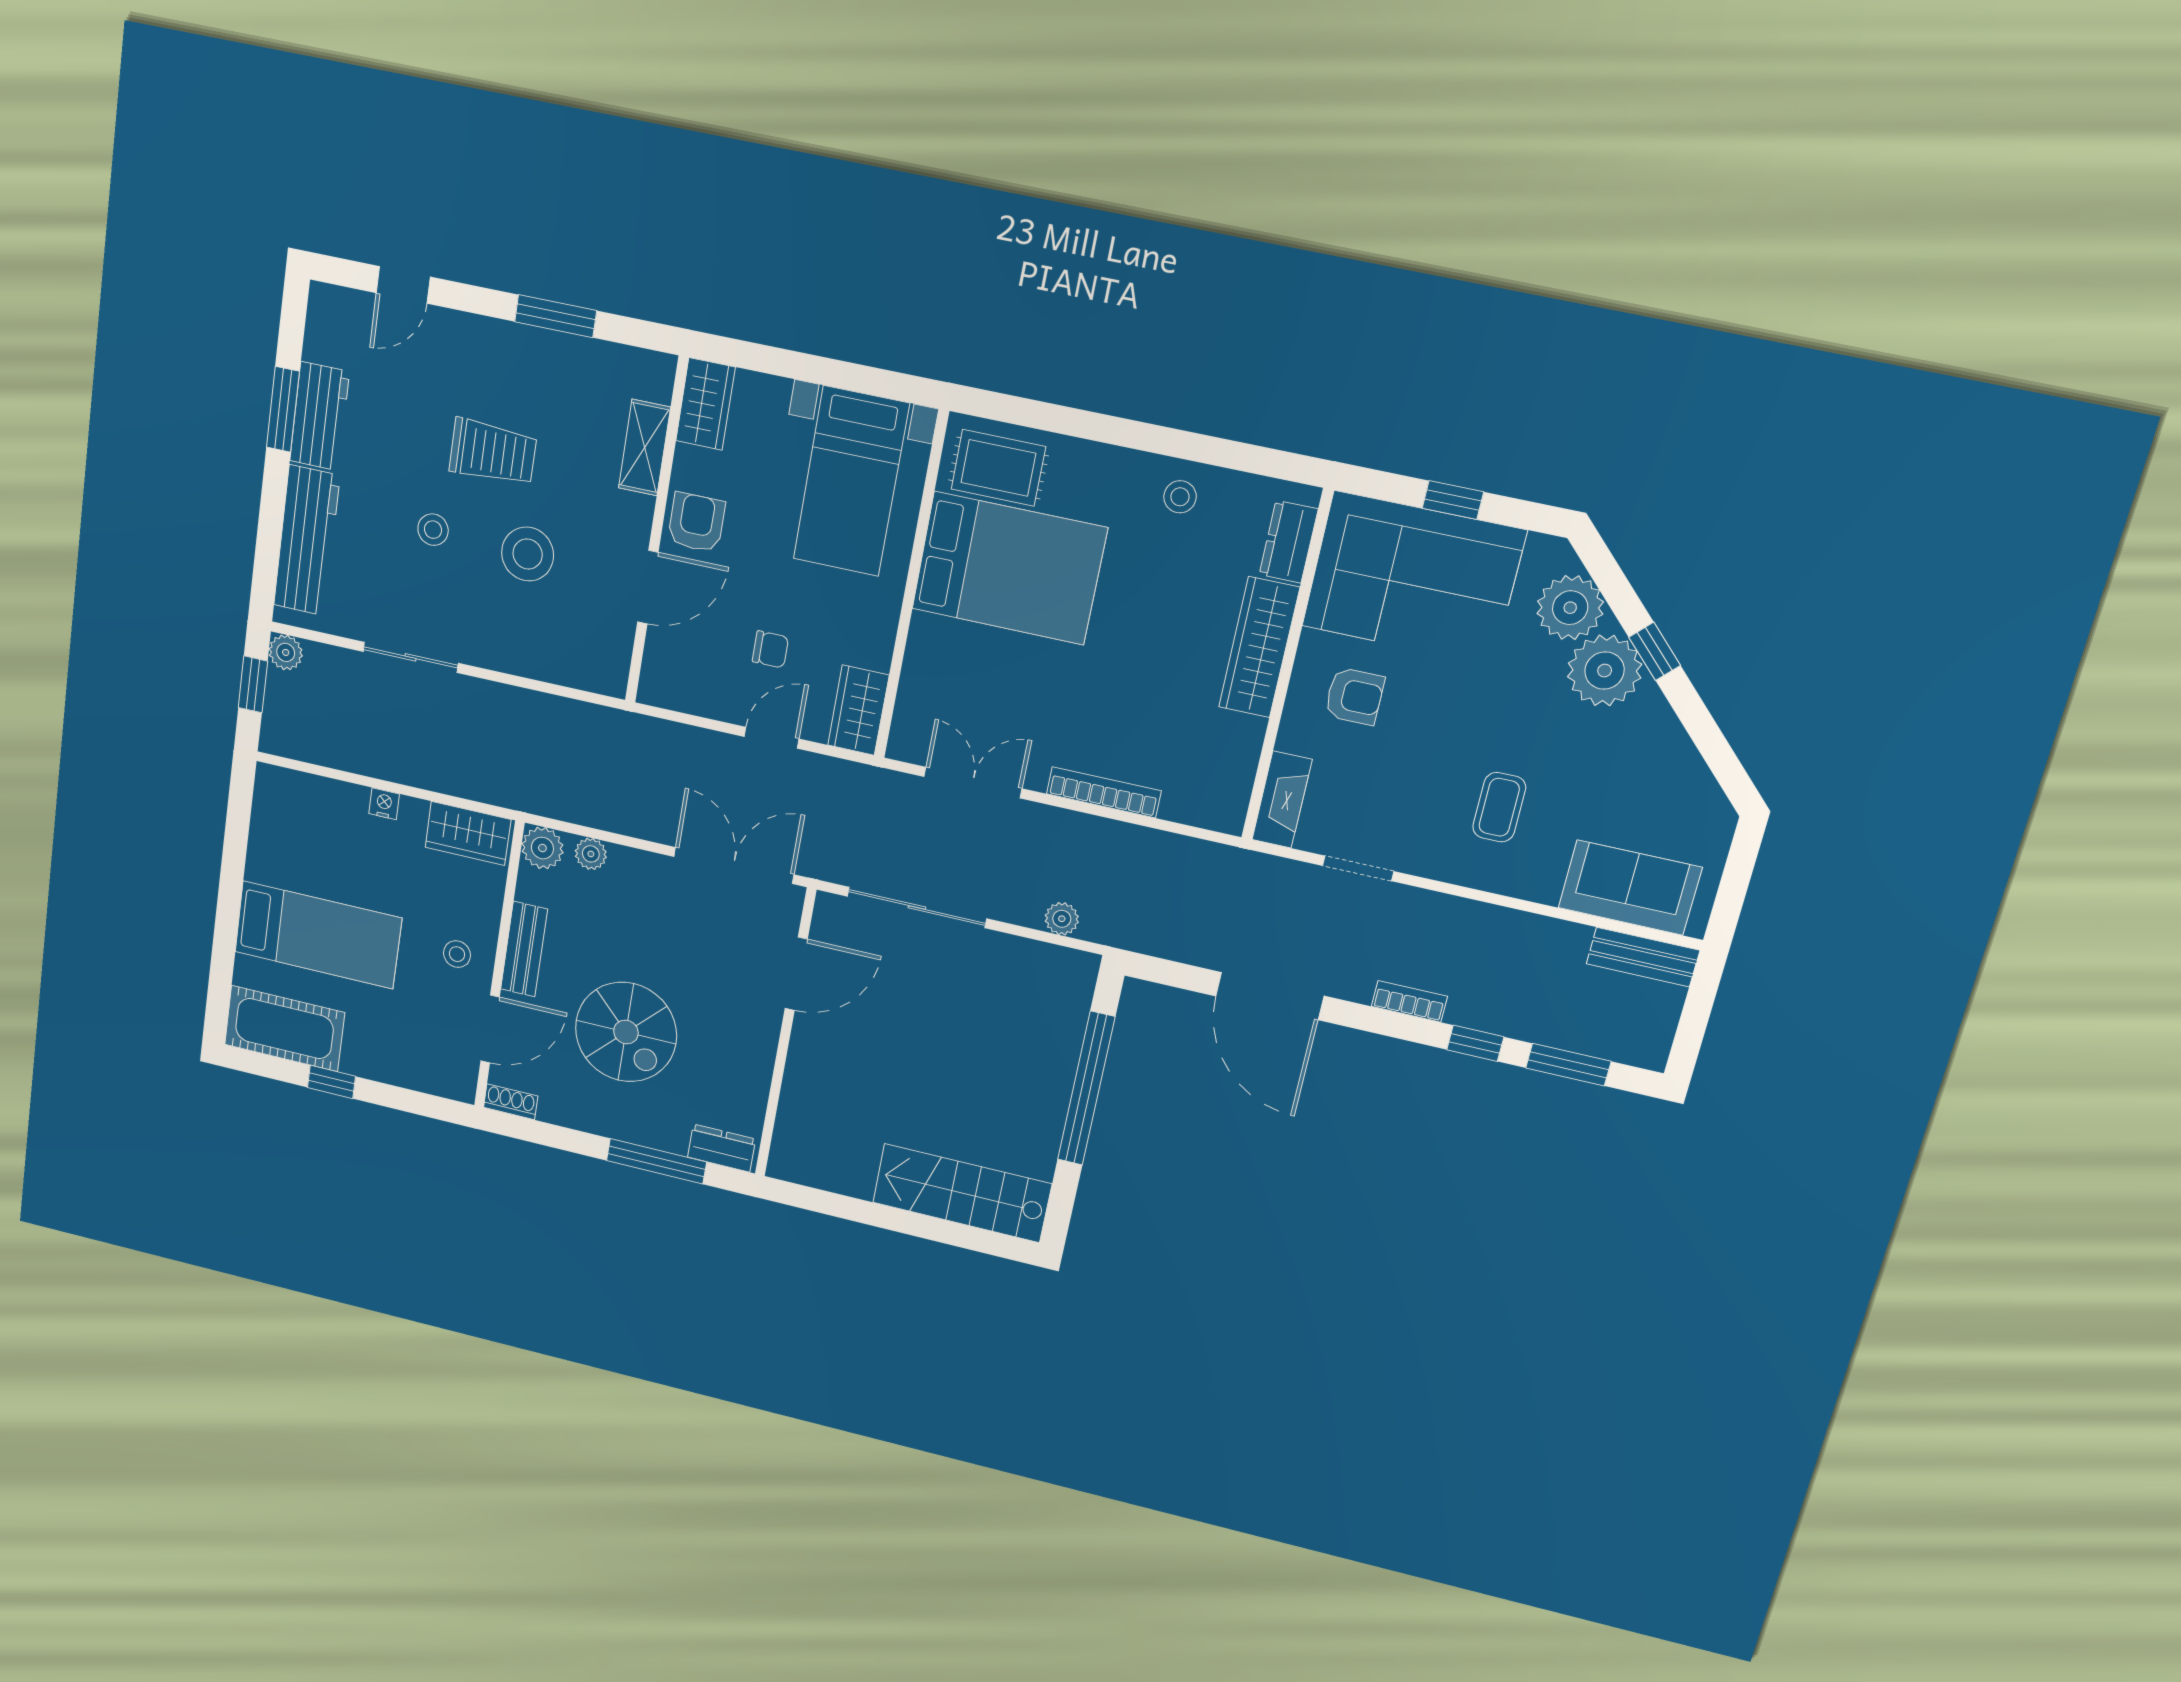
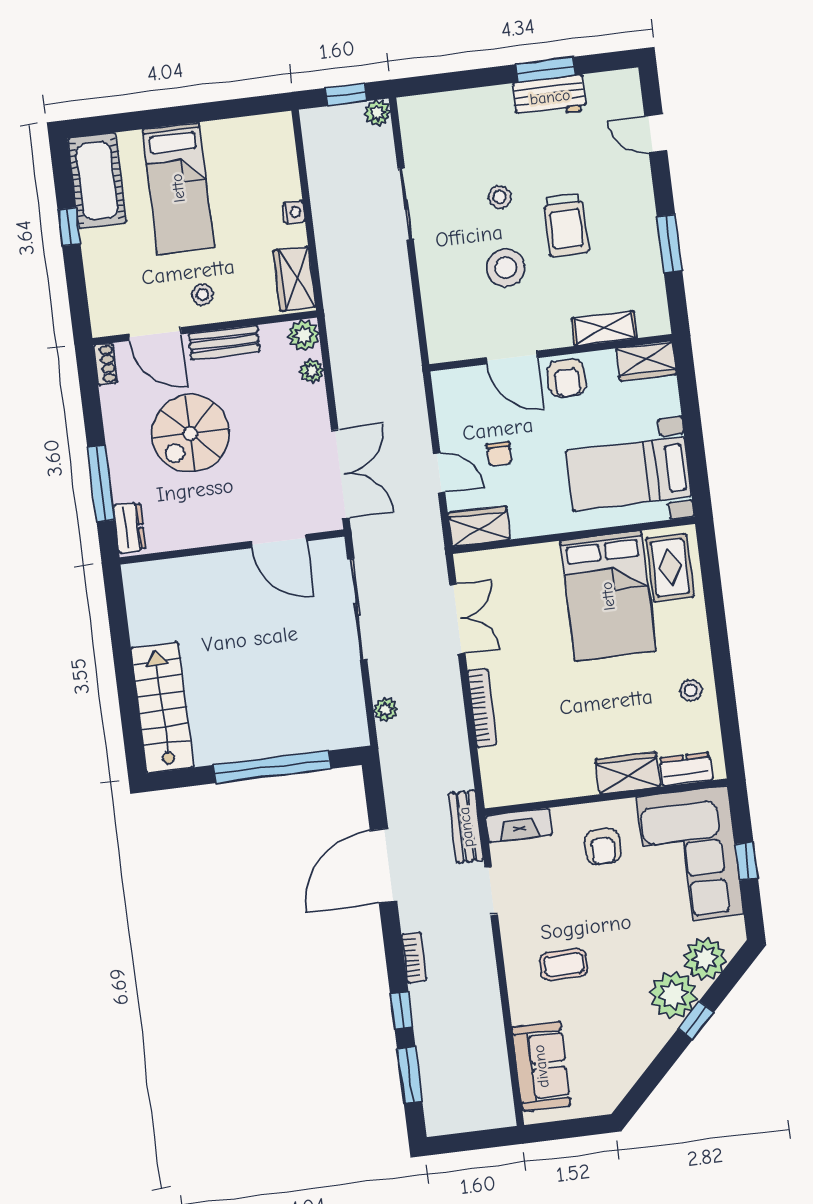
armchair: (696, 522) -> (567, 378), turned 90
workbench: (307, 541) -> (461, 109), removed
wardrobe: (1259, 647) -> (628, 773), width x0.67
bench: (1643, 957) -> (466, 827), moved

